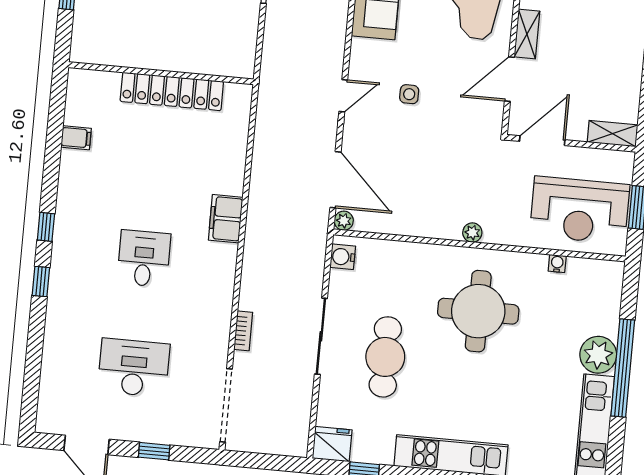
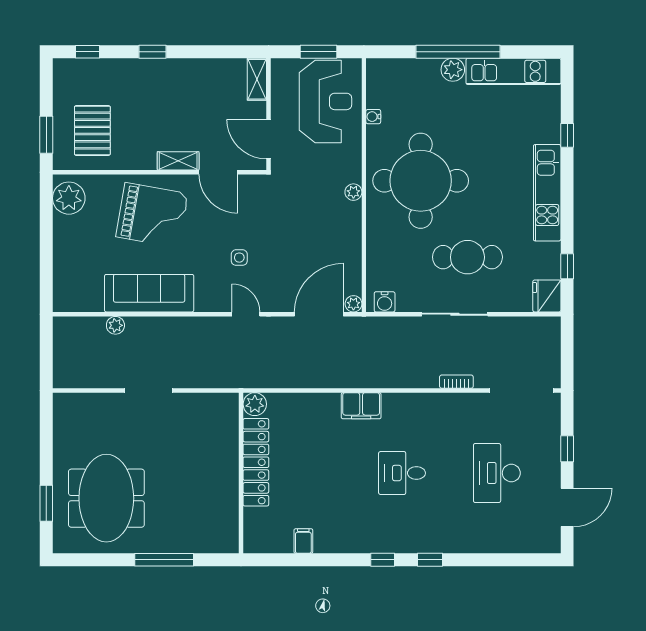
plant: (239, 96) -> (255, 404), added
round table: (478, 311) -> (421, 181), width x1.36, depth x1.36
plant: (598, 355) -> (453, 70), width x0.73, depth x0.73

